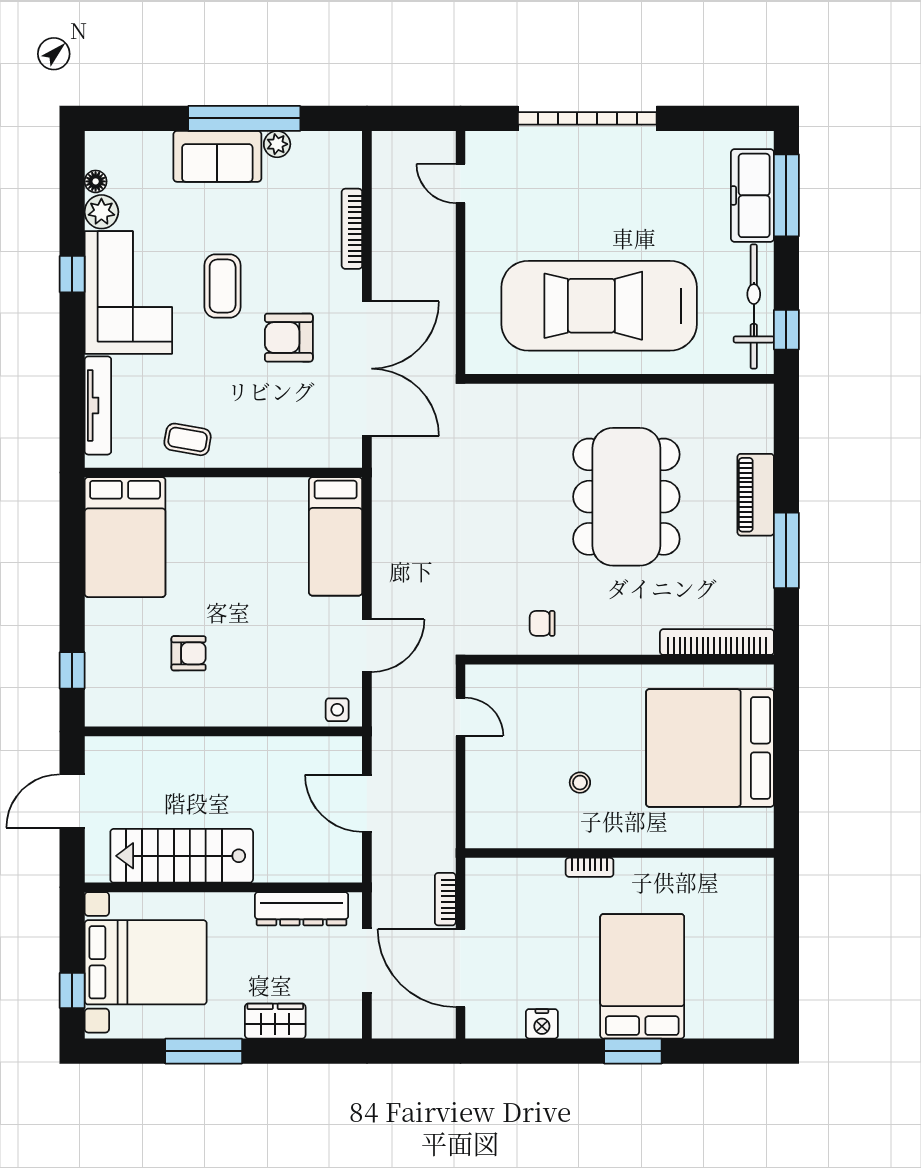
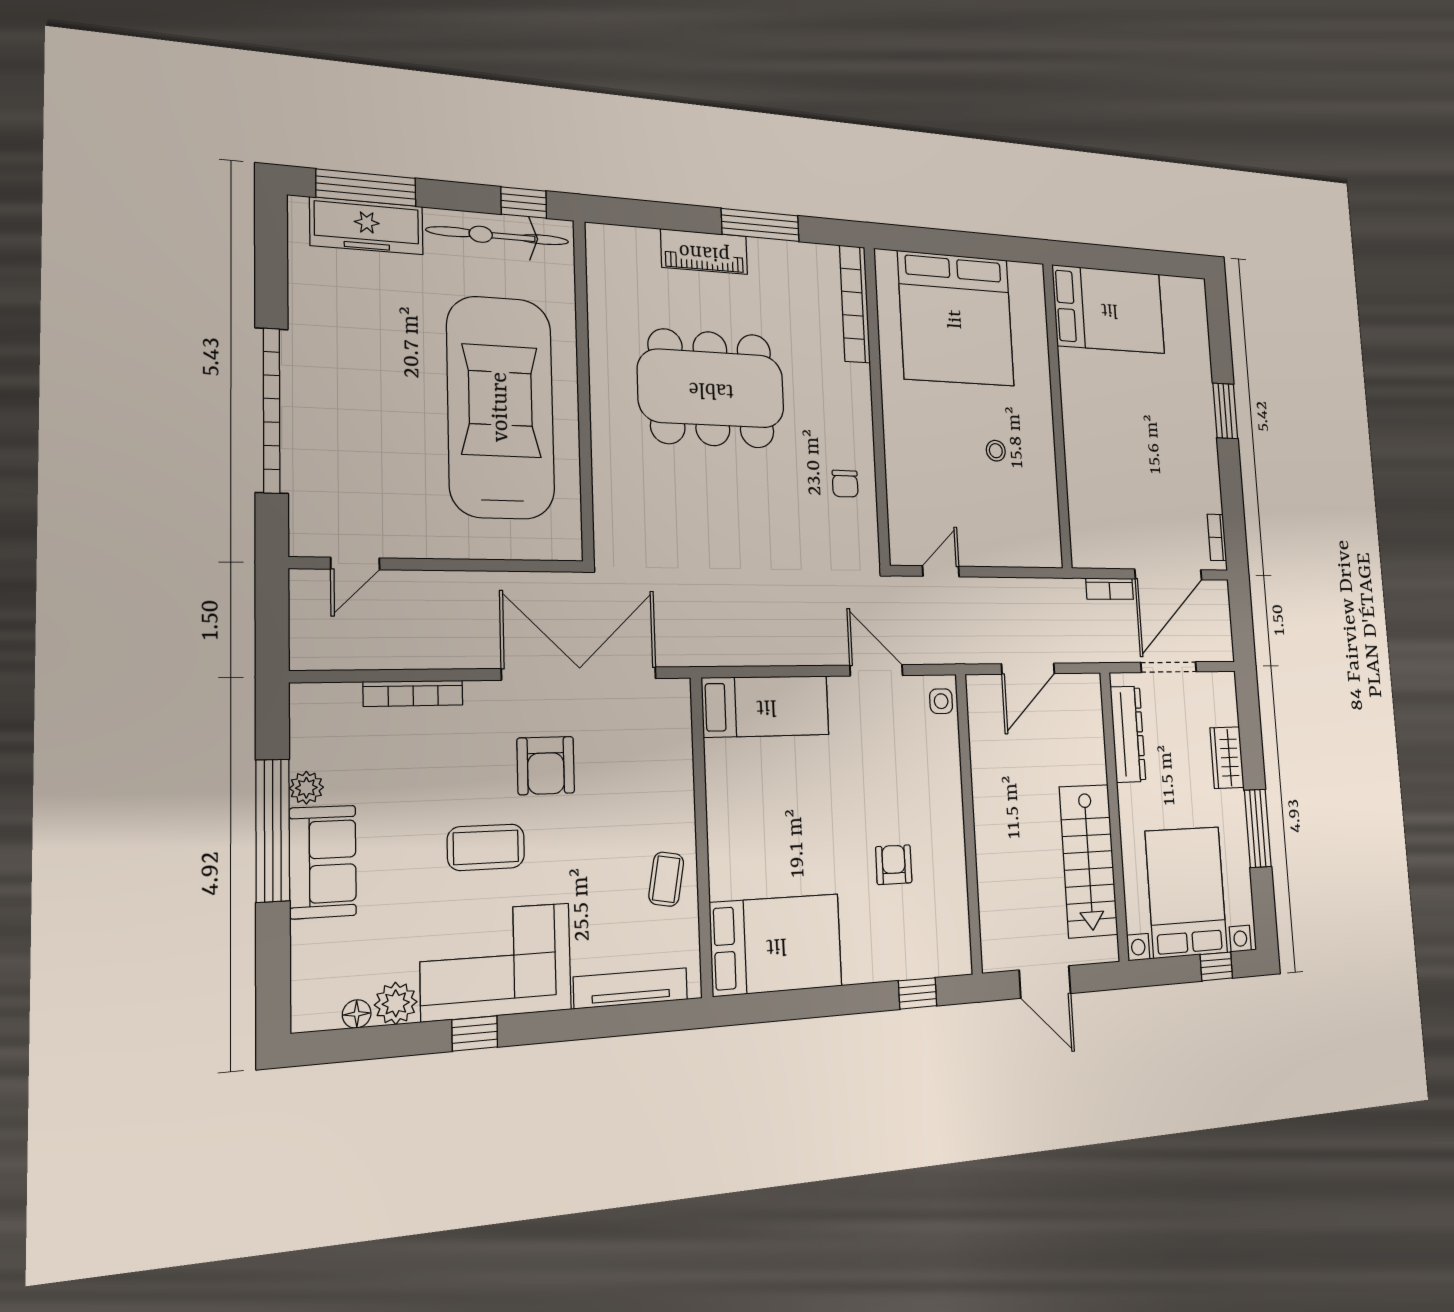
car: (599, 306) -> (501, 407), turned 180
bookcase: (590, 867) -> (1217, 537), moved, turned 180
bed: (642, 976) -> (1109, 309), moved, turned 180
nightstand: (542, 1024) -> (1210, 496), removed

